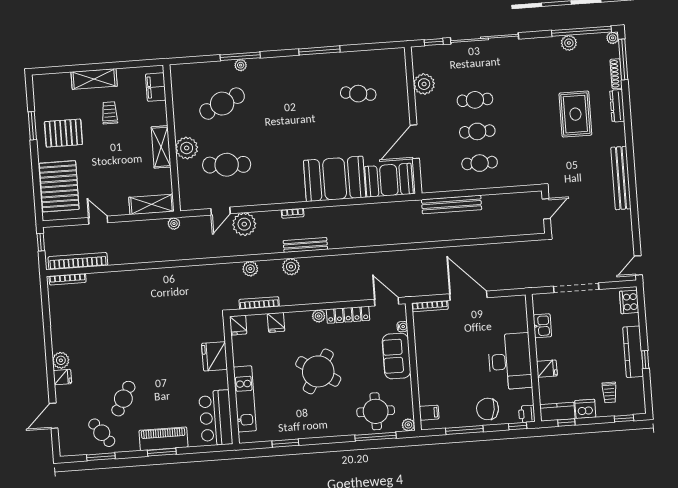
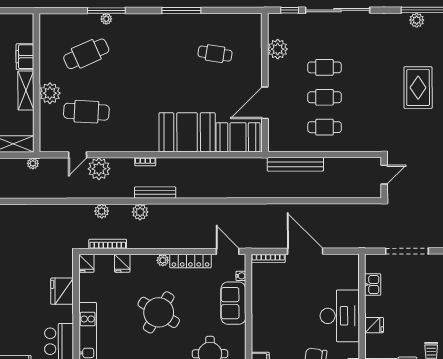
filing cabinet: (156, 87) -> (25, 57), moved

